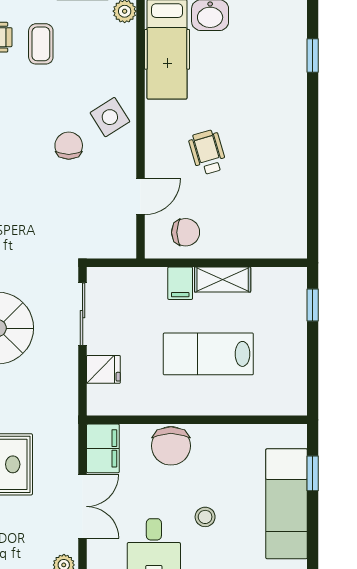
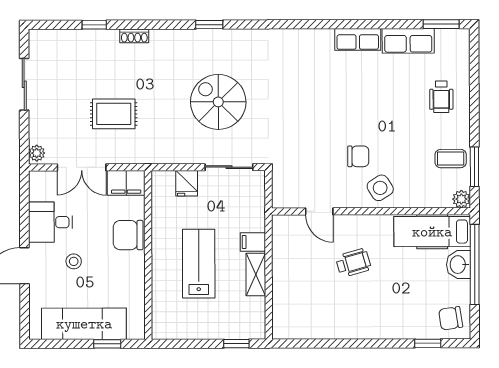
coffee table: (41, 44) -> (451, 159), moved
chair: (186, 232) -> (451, 318), moved, turned 81

